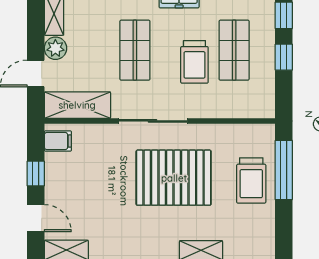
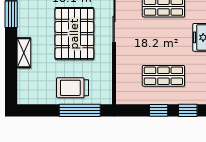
trolley: (194, 62) -> (155, 48), removed

